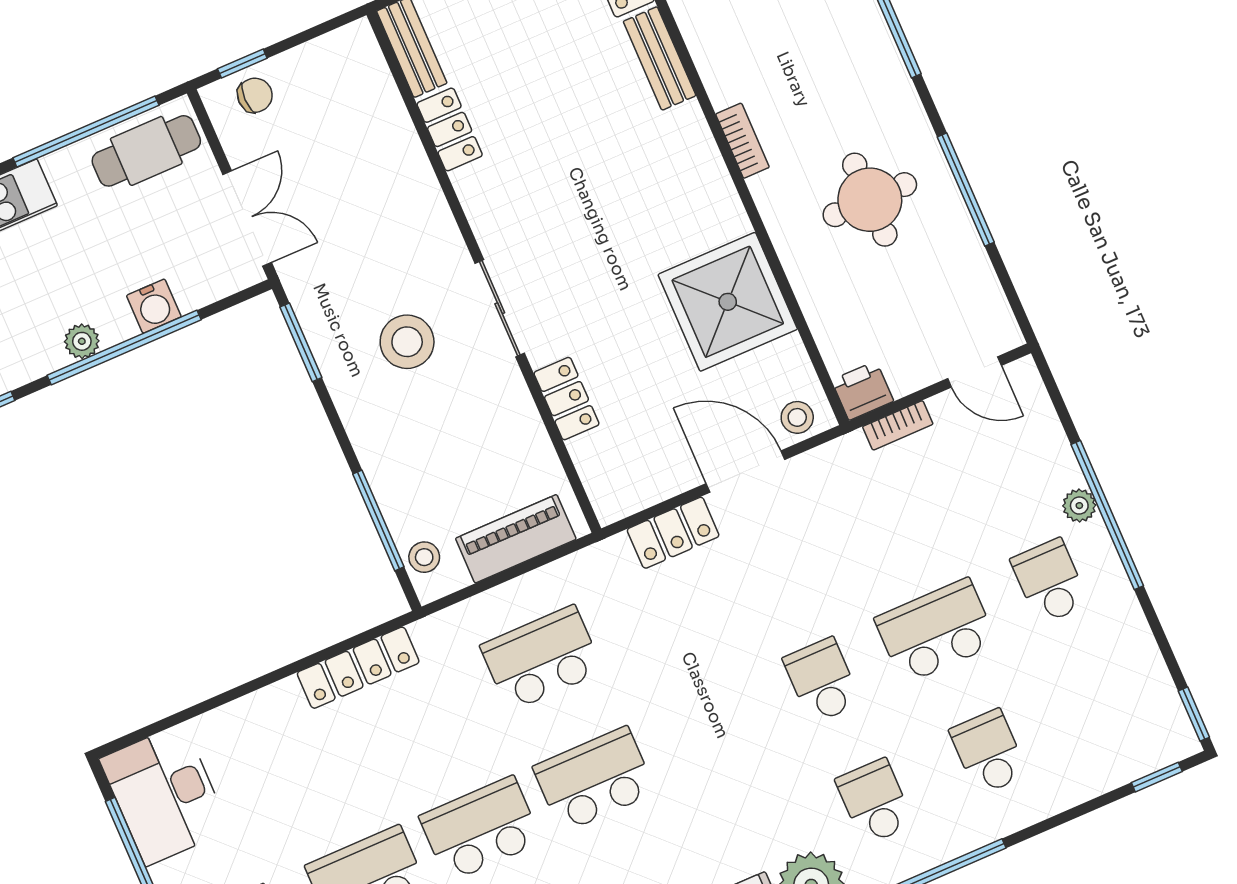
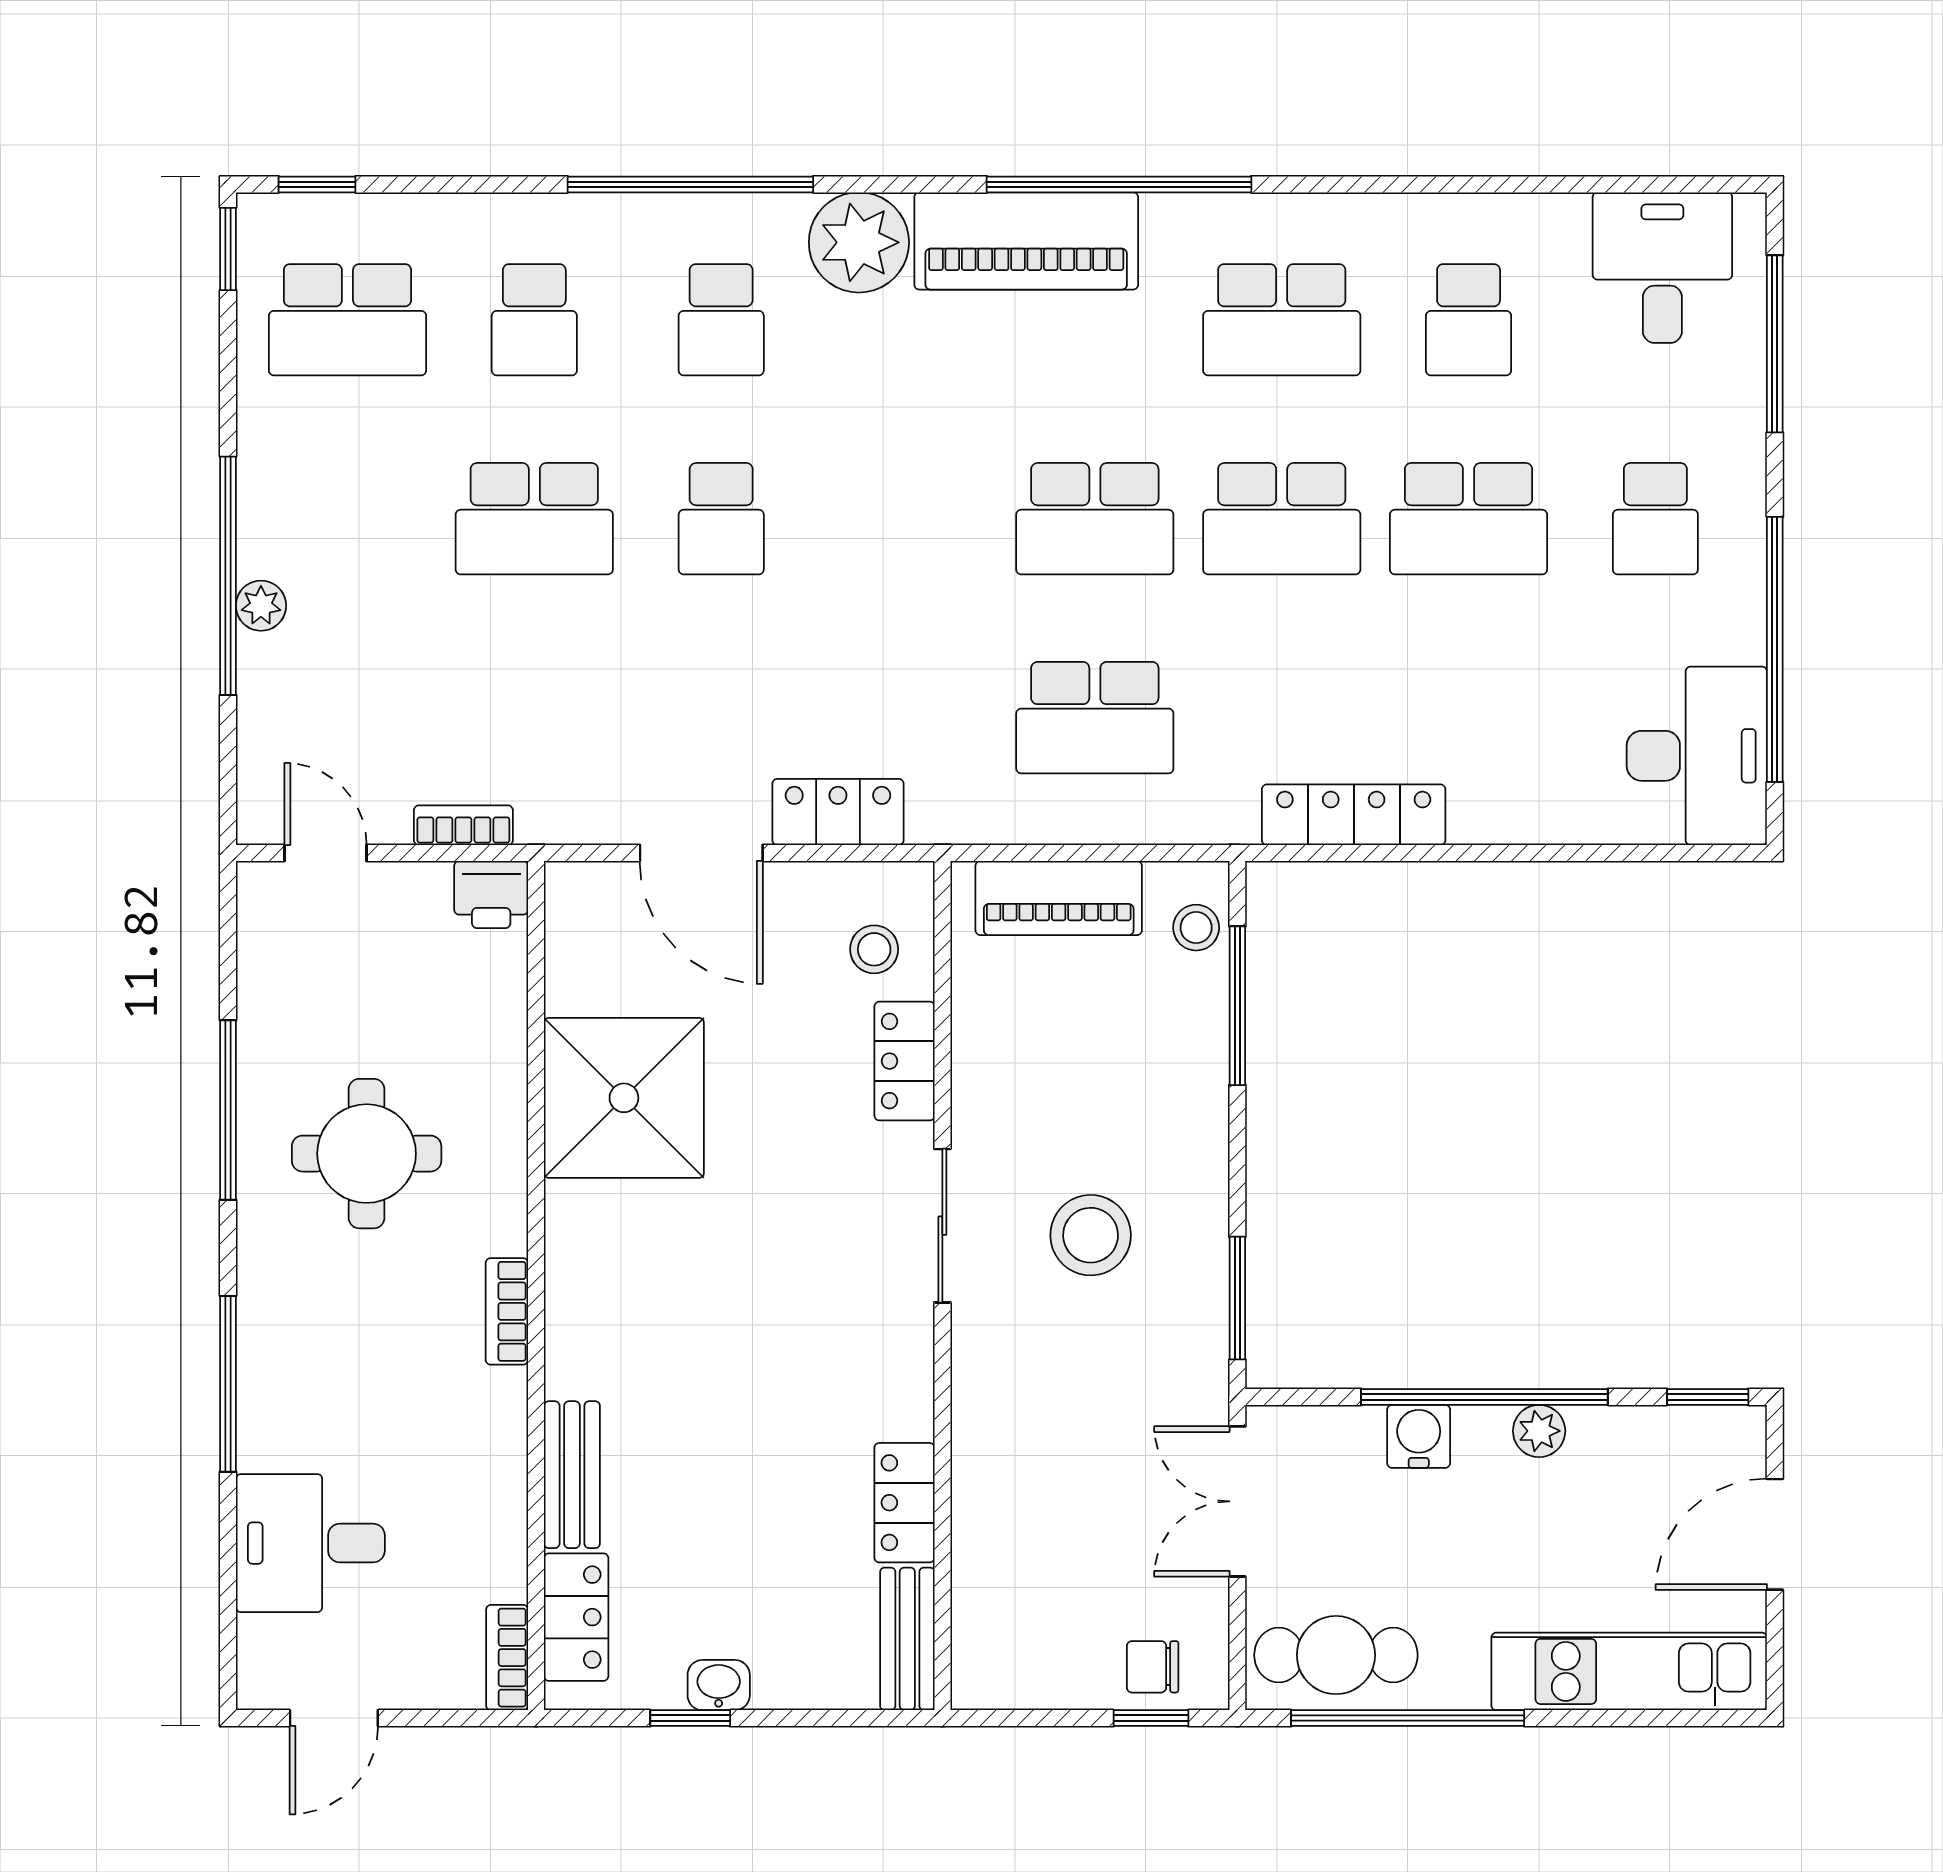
stool: (797, 417) -> (874, 949), moved
school desk: (1050, 581) -> (347, 320), moved, width x1.85

